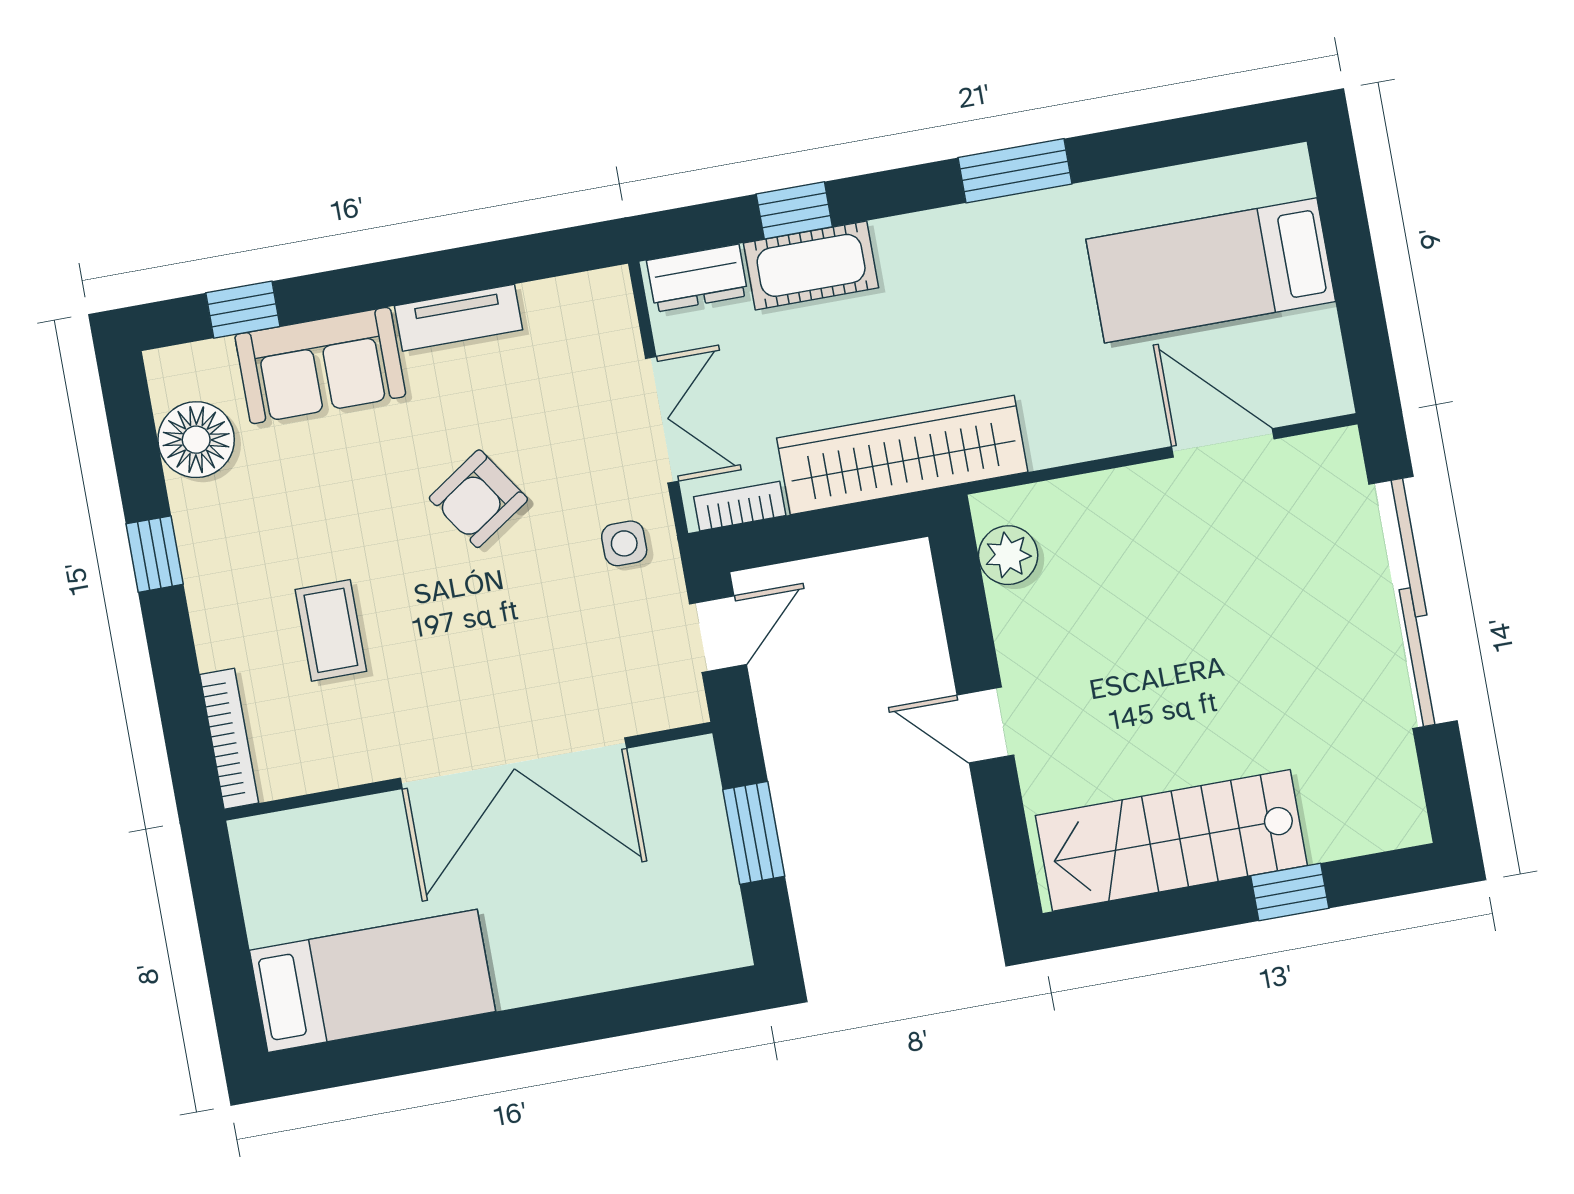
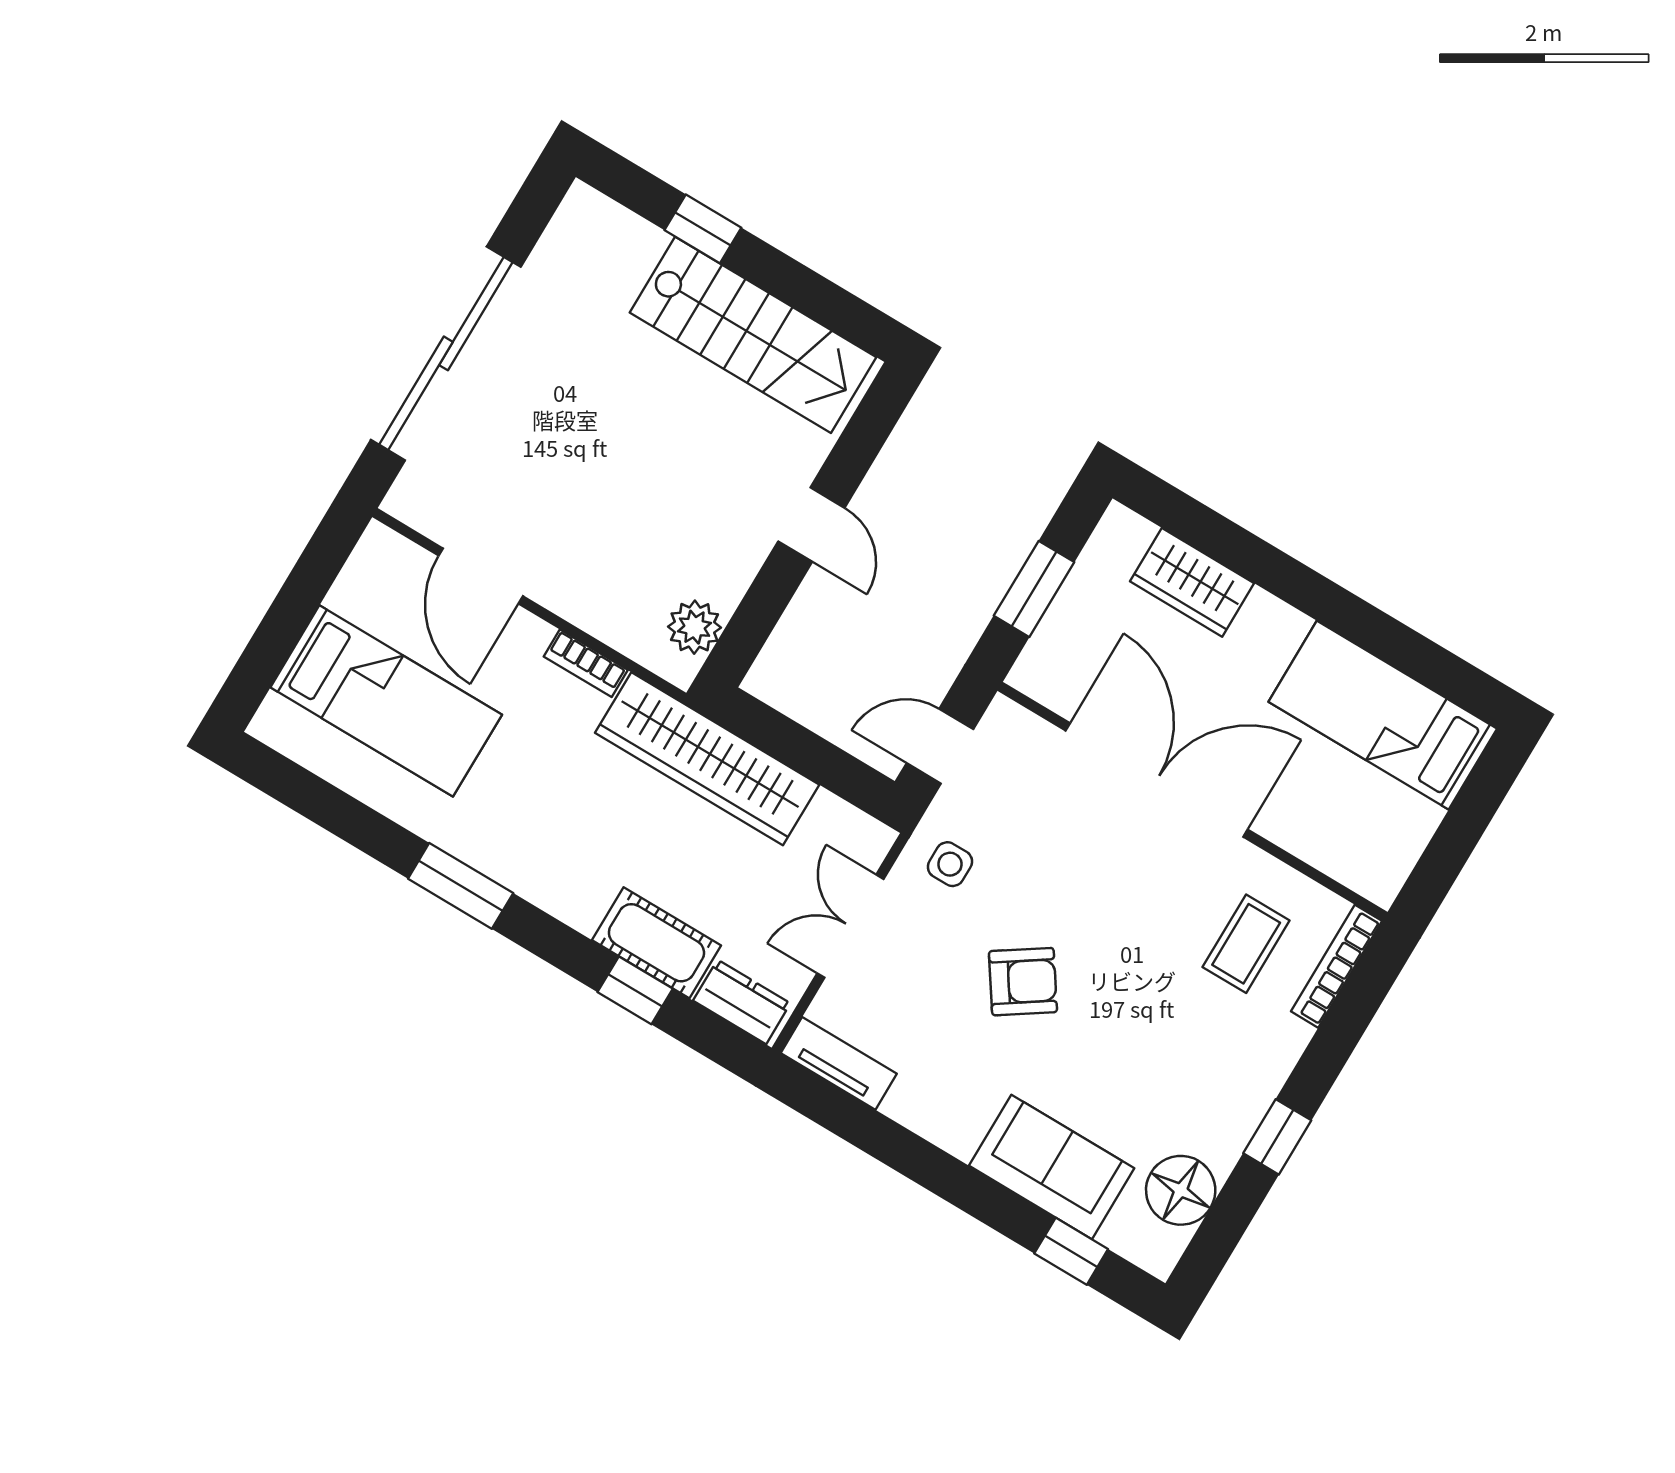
tv unit: (458, 318) -> (839, 1063), moved
bookcase: (740, 506) -> (586, 663), moved
coffee table: (331, 630) -> (1246, 944), moved
wardrobe: (627, 953) -> (1192, 582), added

